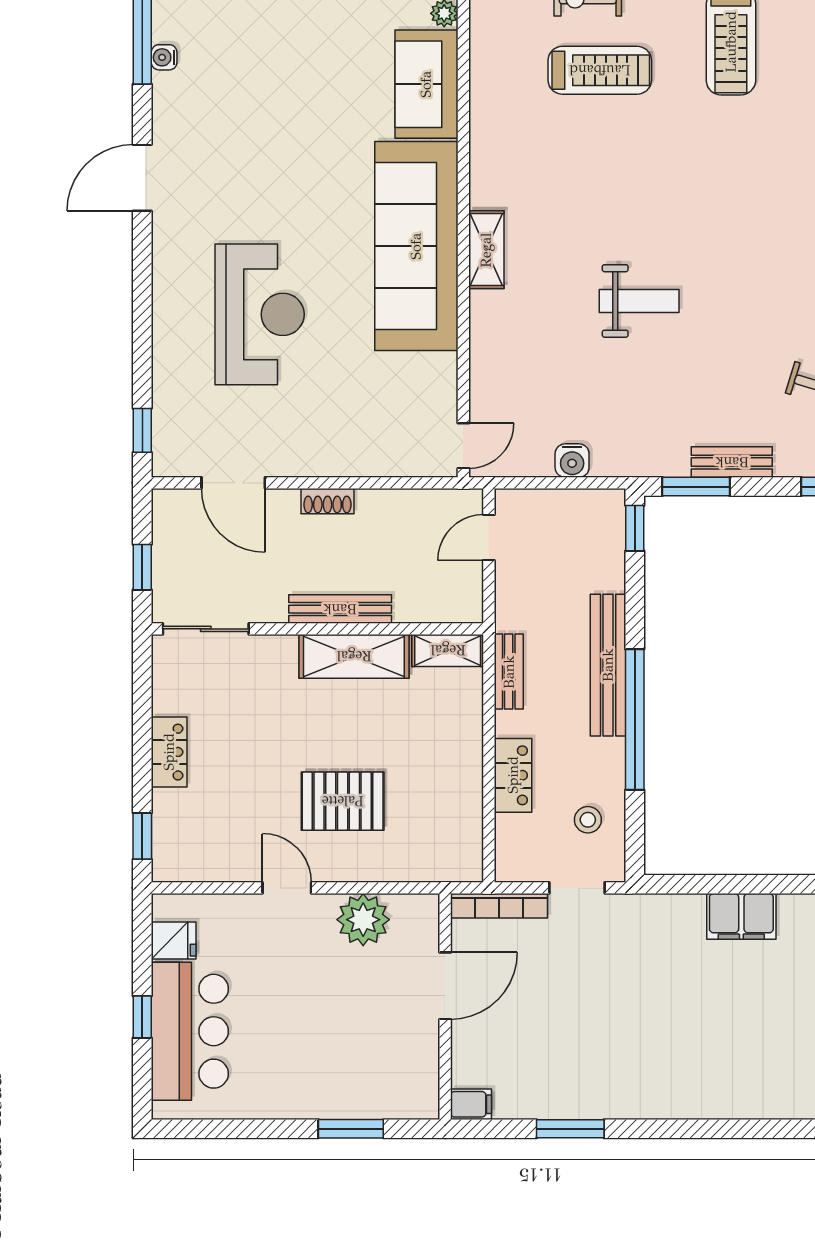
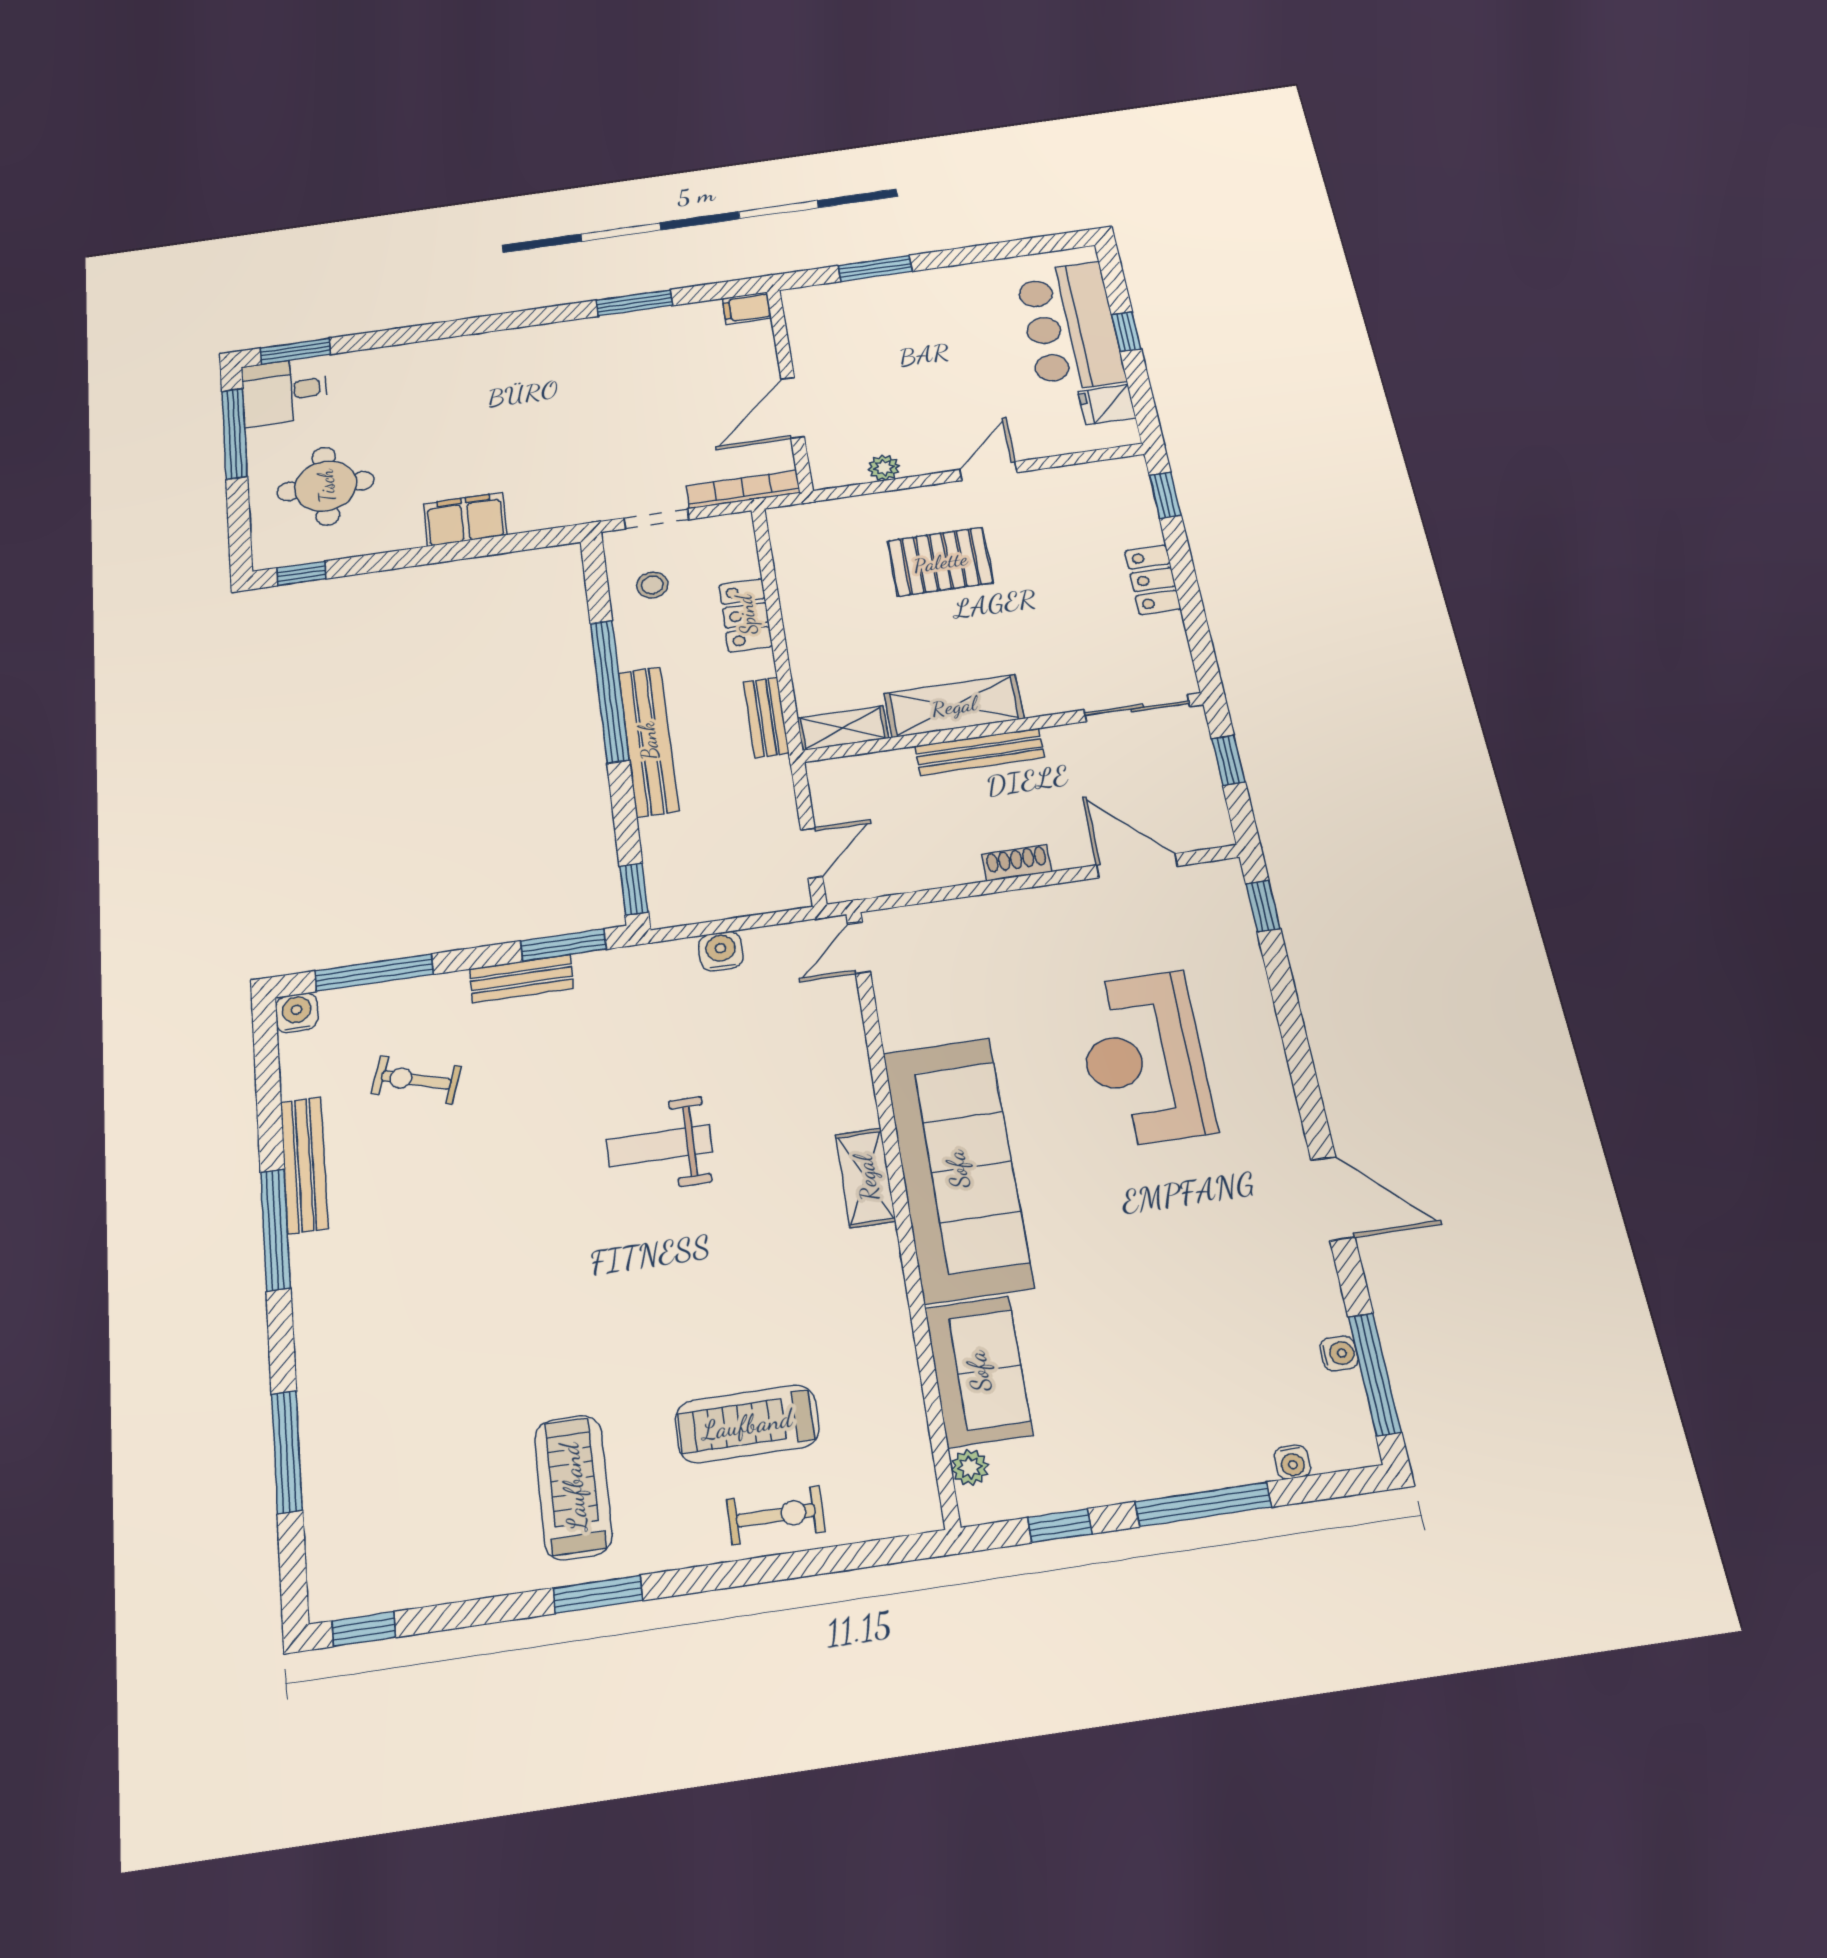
door: (142, 178) -> (1333, 1199), hinge flipped
door: (287, 888) -> (988, 471), swing flipped
plant: (363, 920) -> (884, 468), width x0.53, depth x0.53

